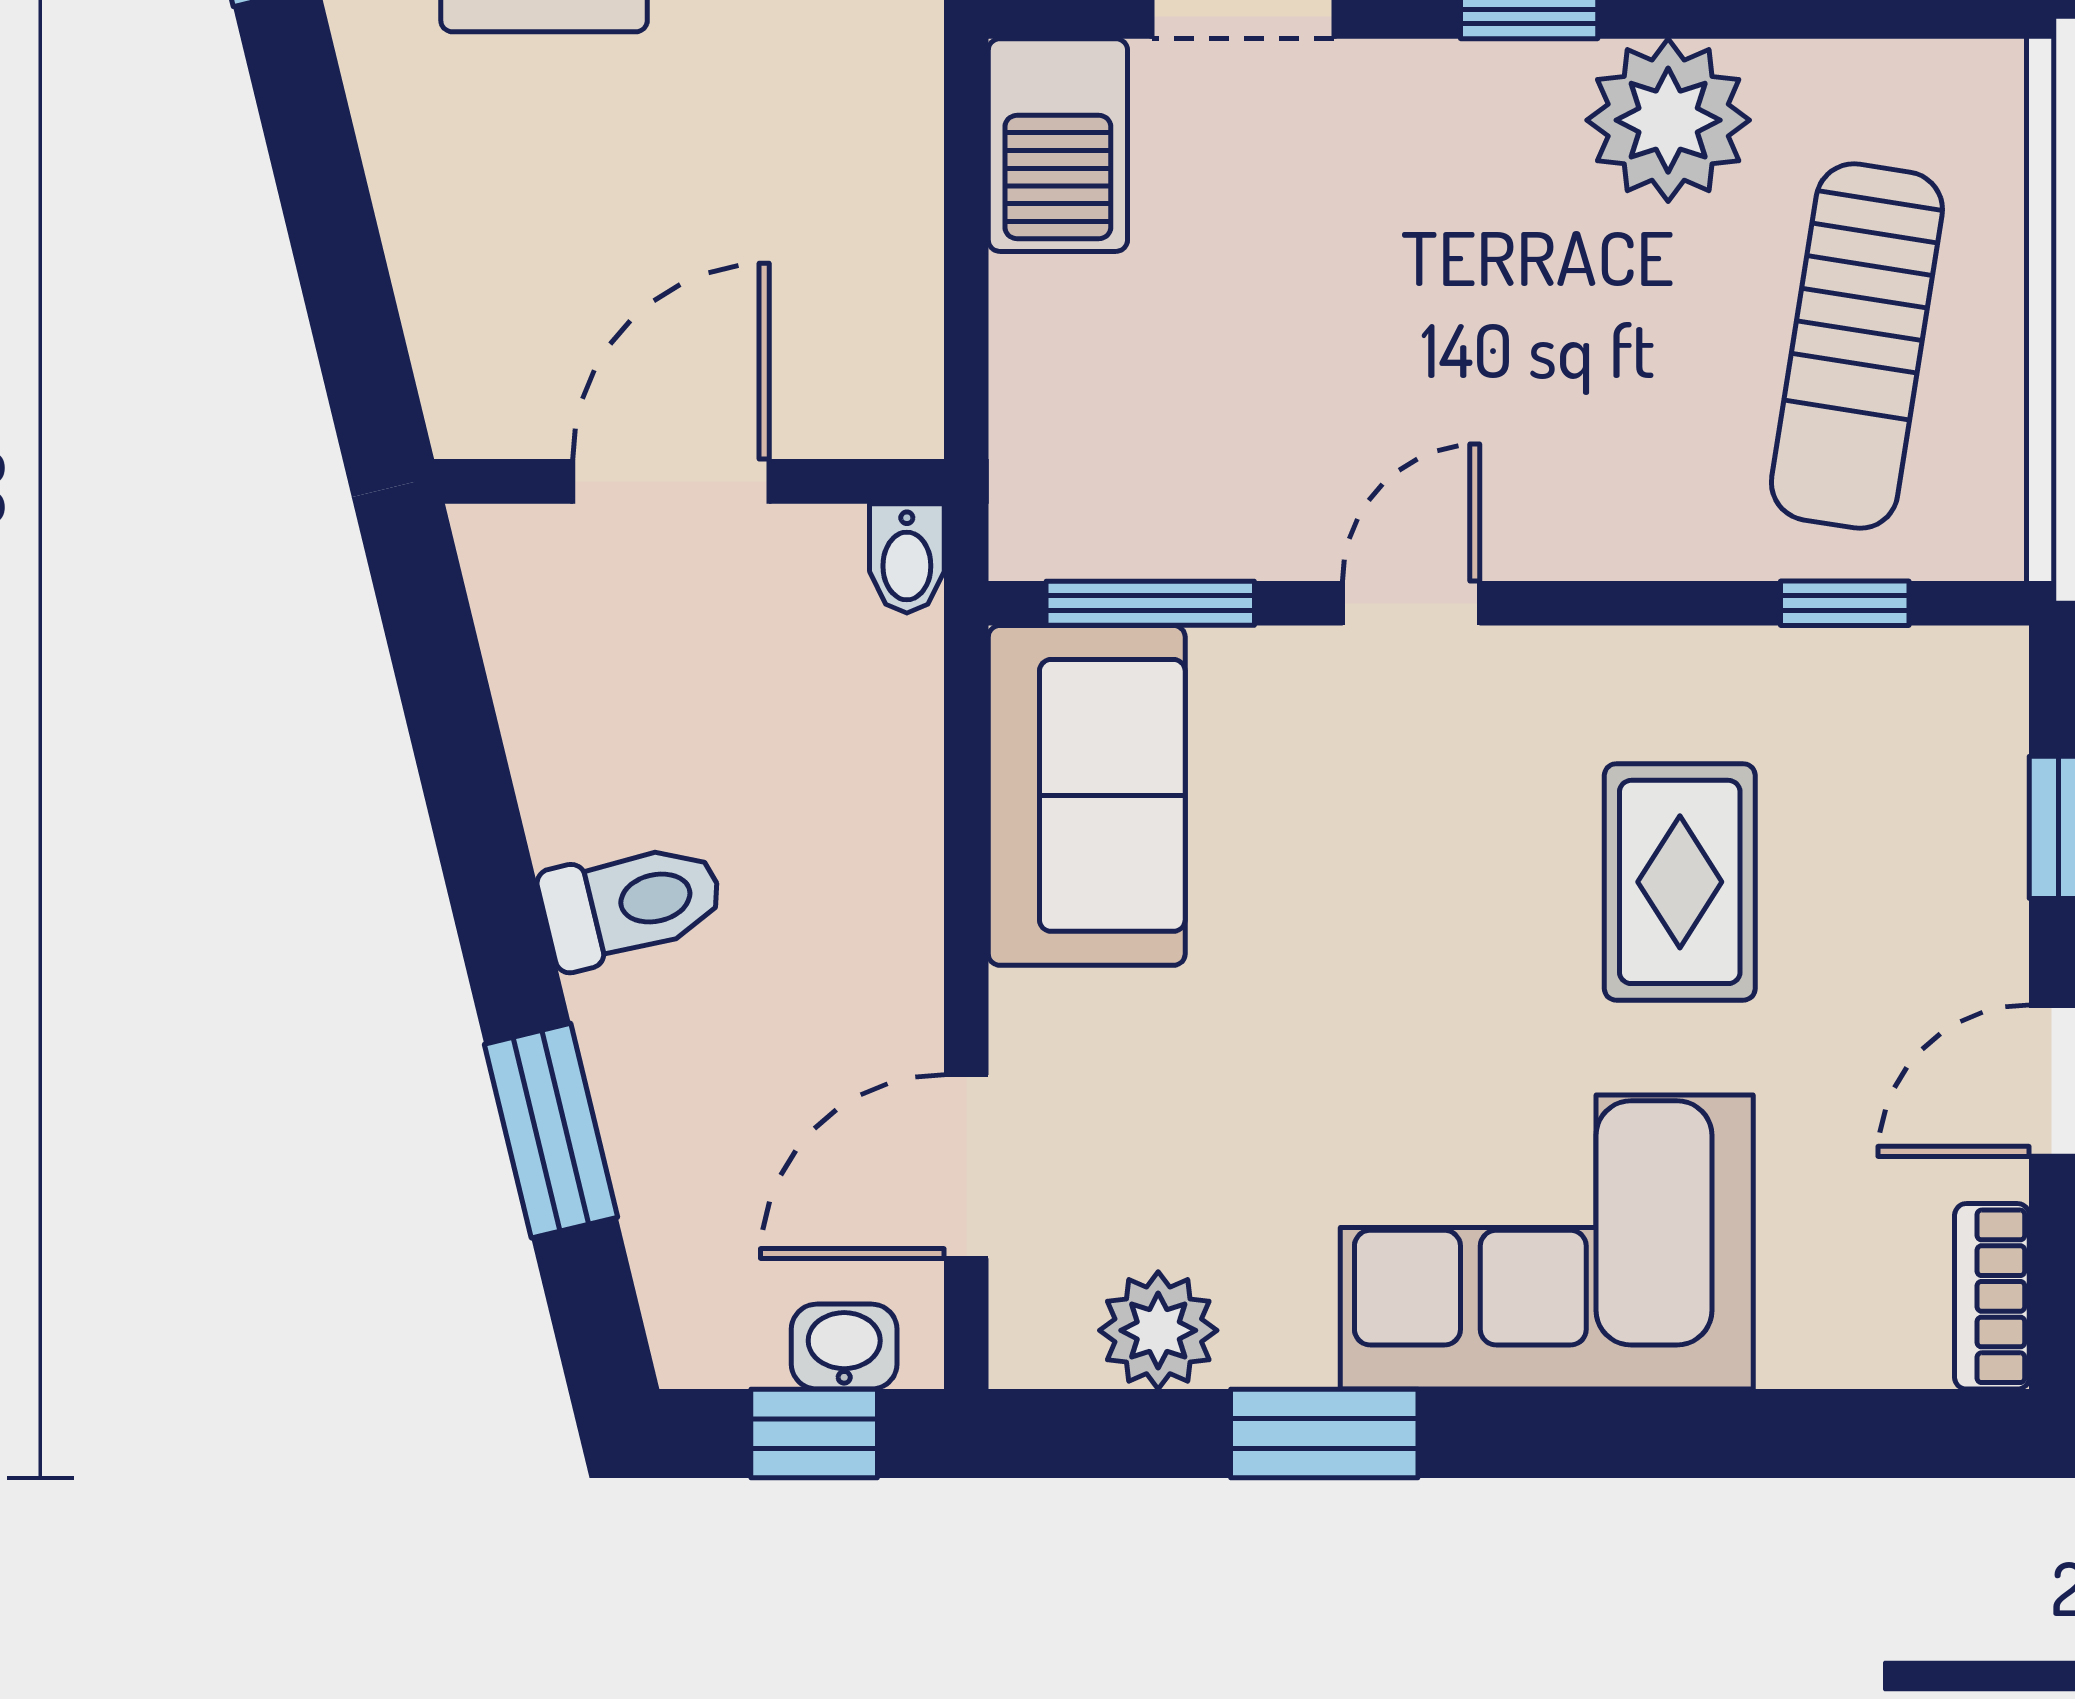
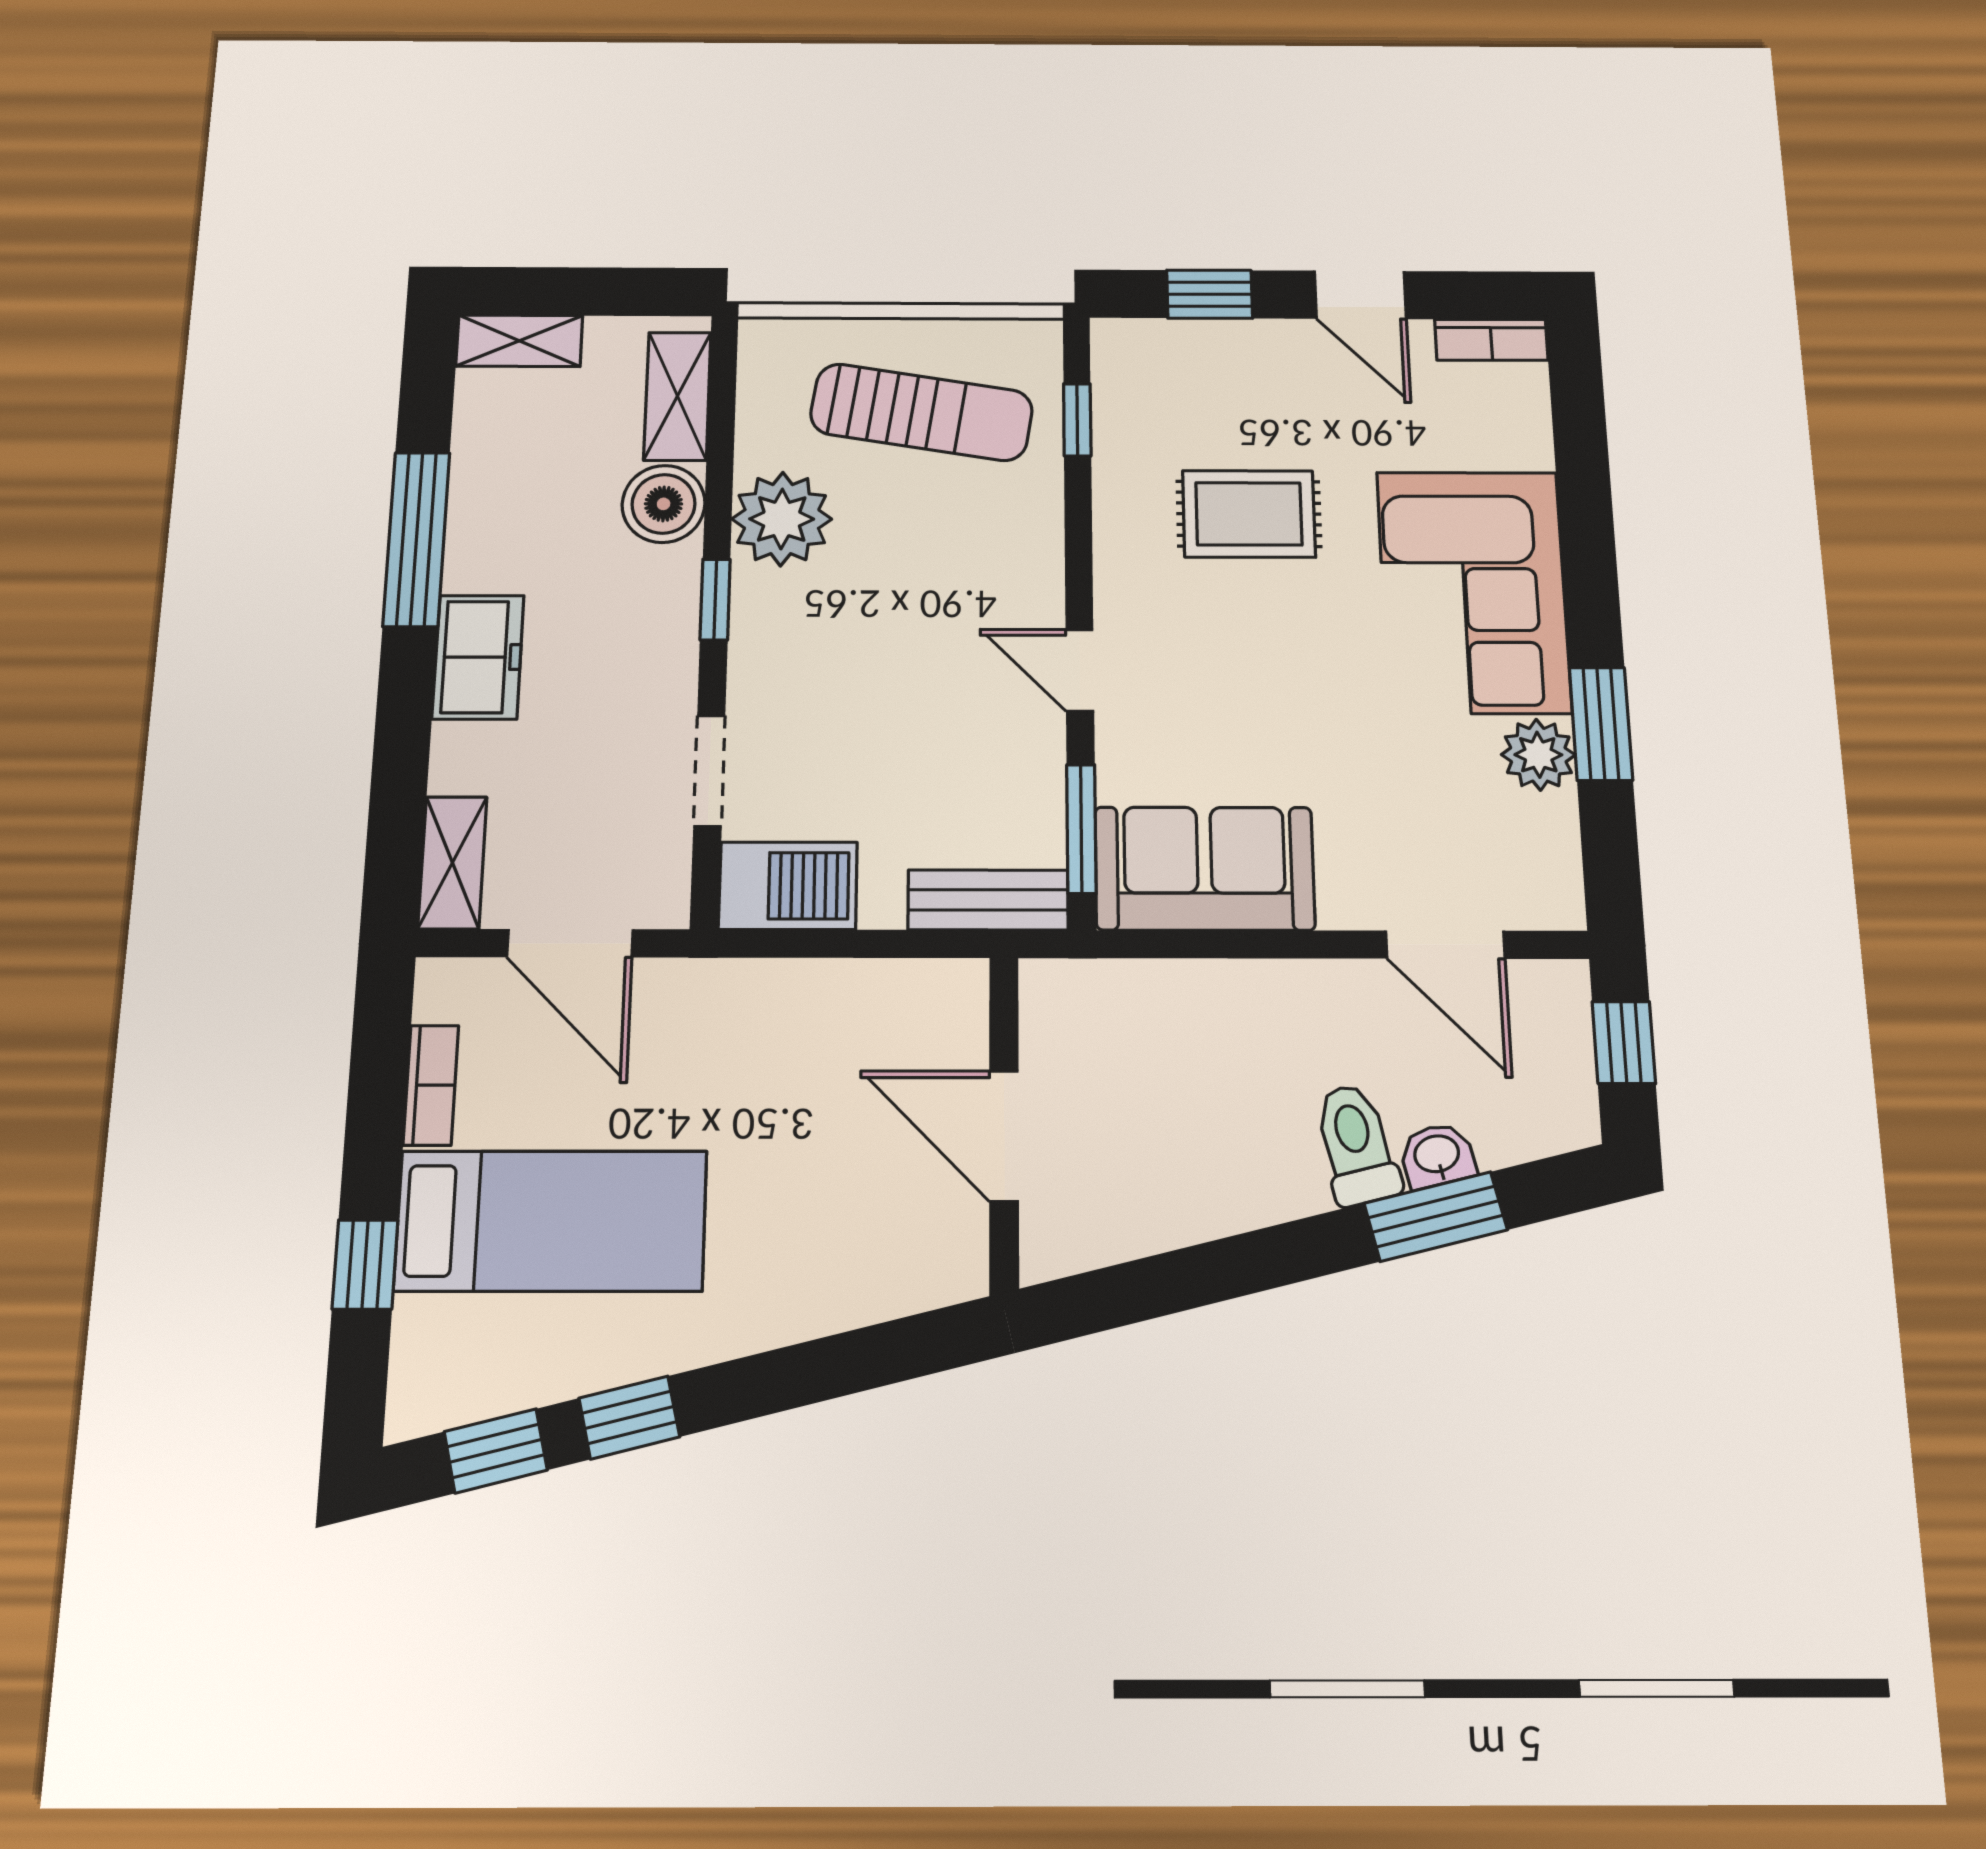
bench: (1036, 457) -> (988, 900), added
bidet: (907, 558) -> (1054, 982), removed
toilet: (632, 904) -> (1356, 1144), moved
plant: (1158, 1330) -> (1538, 755), moved
washbasin: (844, 1347) -> (1437, 1155), moved, turned 76

